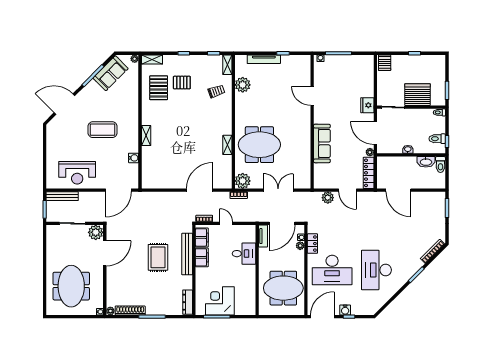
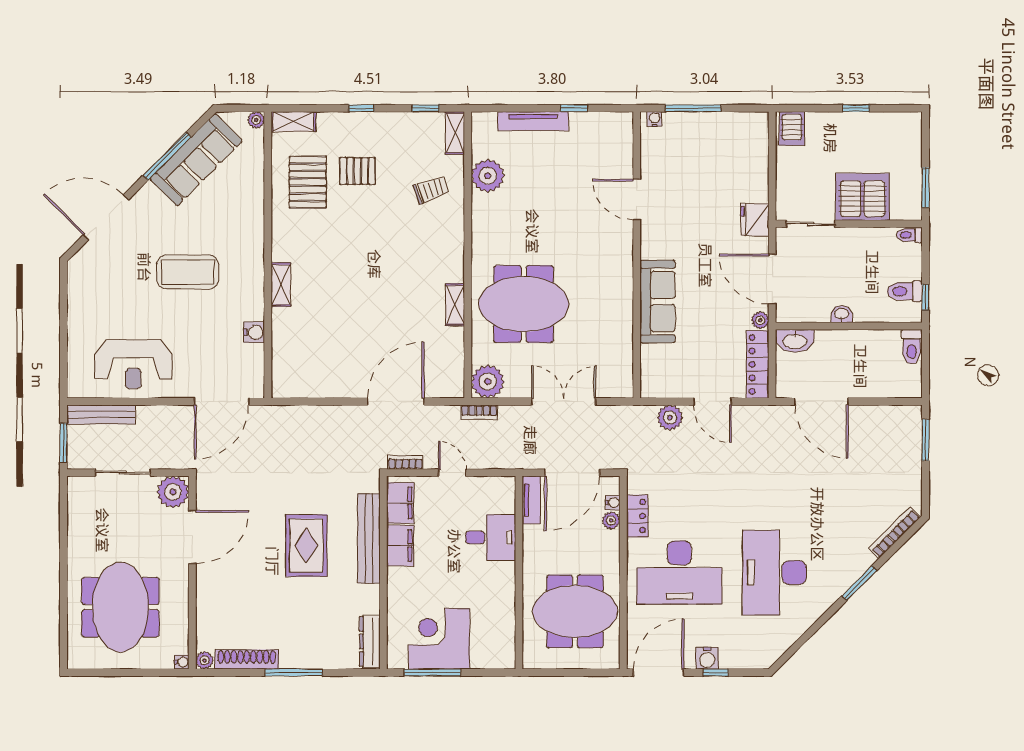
sofa: (111, 73) -> (196, 160), width x1.36
washbasin: (426, 162) -> (795, 341), moved

